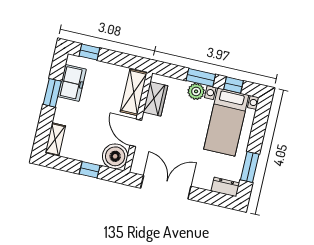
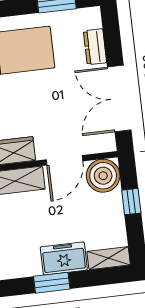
freezer: (72, 83) -> (64, 258), moved
dresser: (225, 187) -> (95, 47), moved

